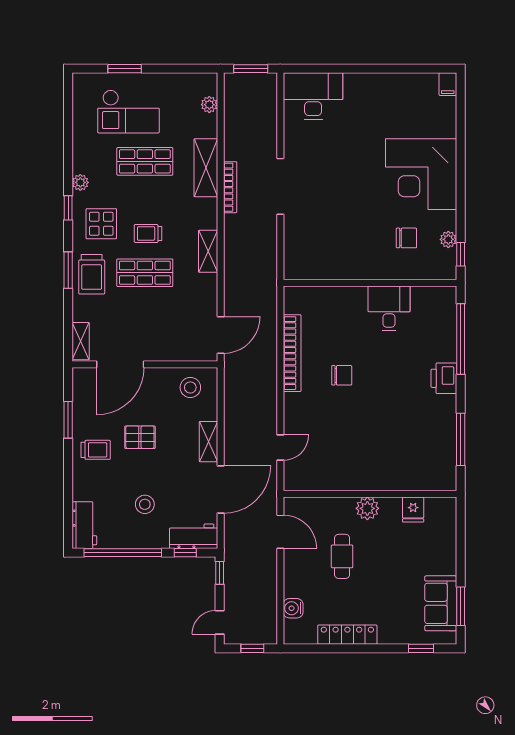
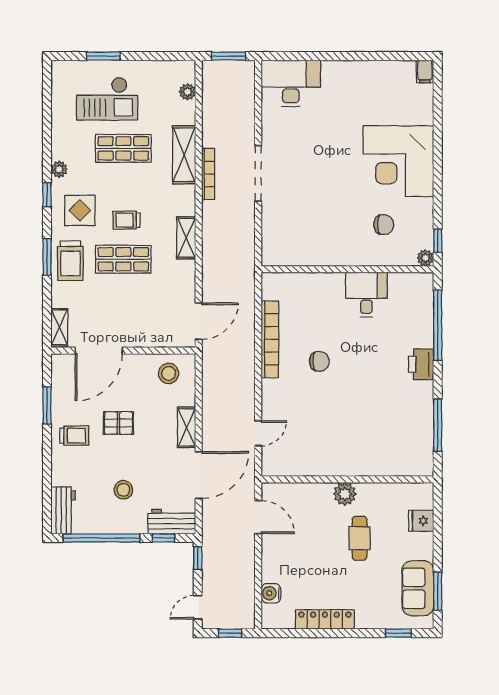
plant: (448, 239) -> (425, 258), moved
fridge: (413, 510) -> (421, 521), moved, turned 90
cafe table: (342, 556) -> (359, 538), moved

